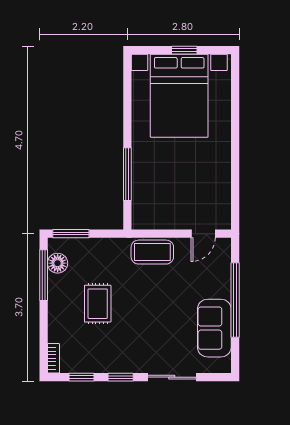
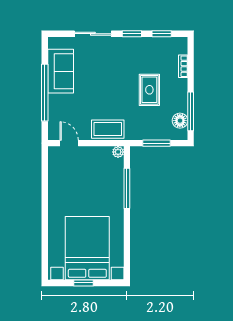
plant: (139, 222) -> (118, 152), added
window: (71, 234) -> (156, 143), moved
door: (203, 234) -> (69, 143), hinge flipped
bookcase: (53, 358) -> (183, 66), moved

